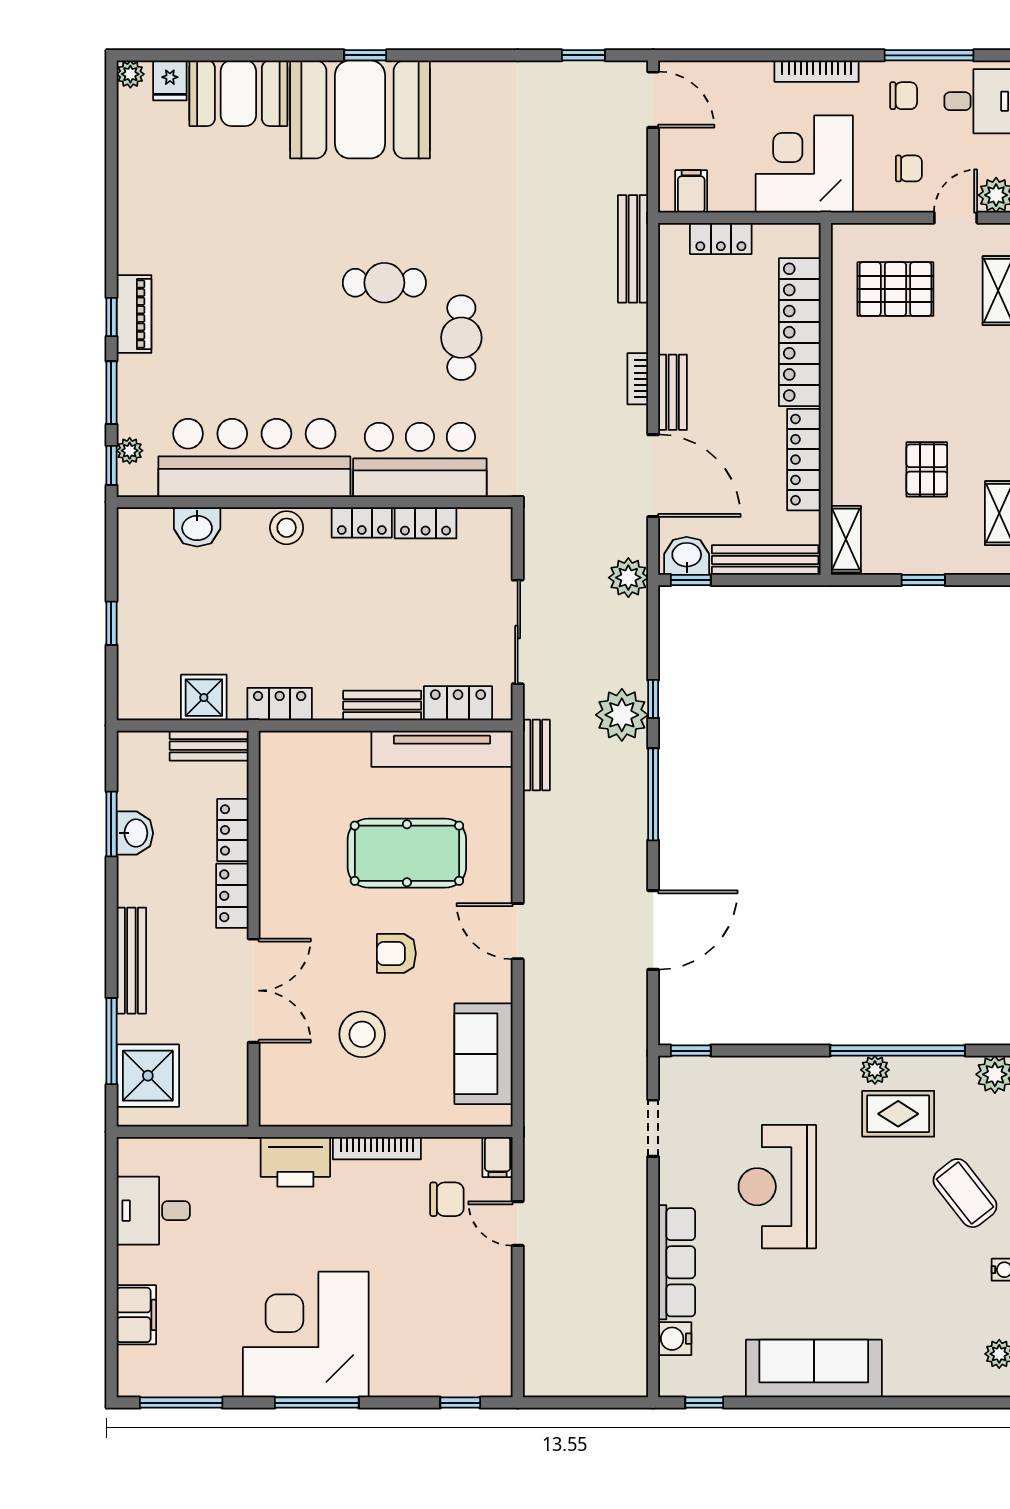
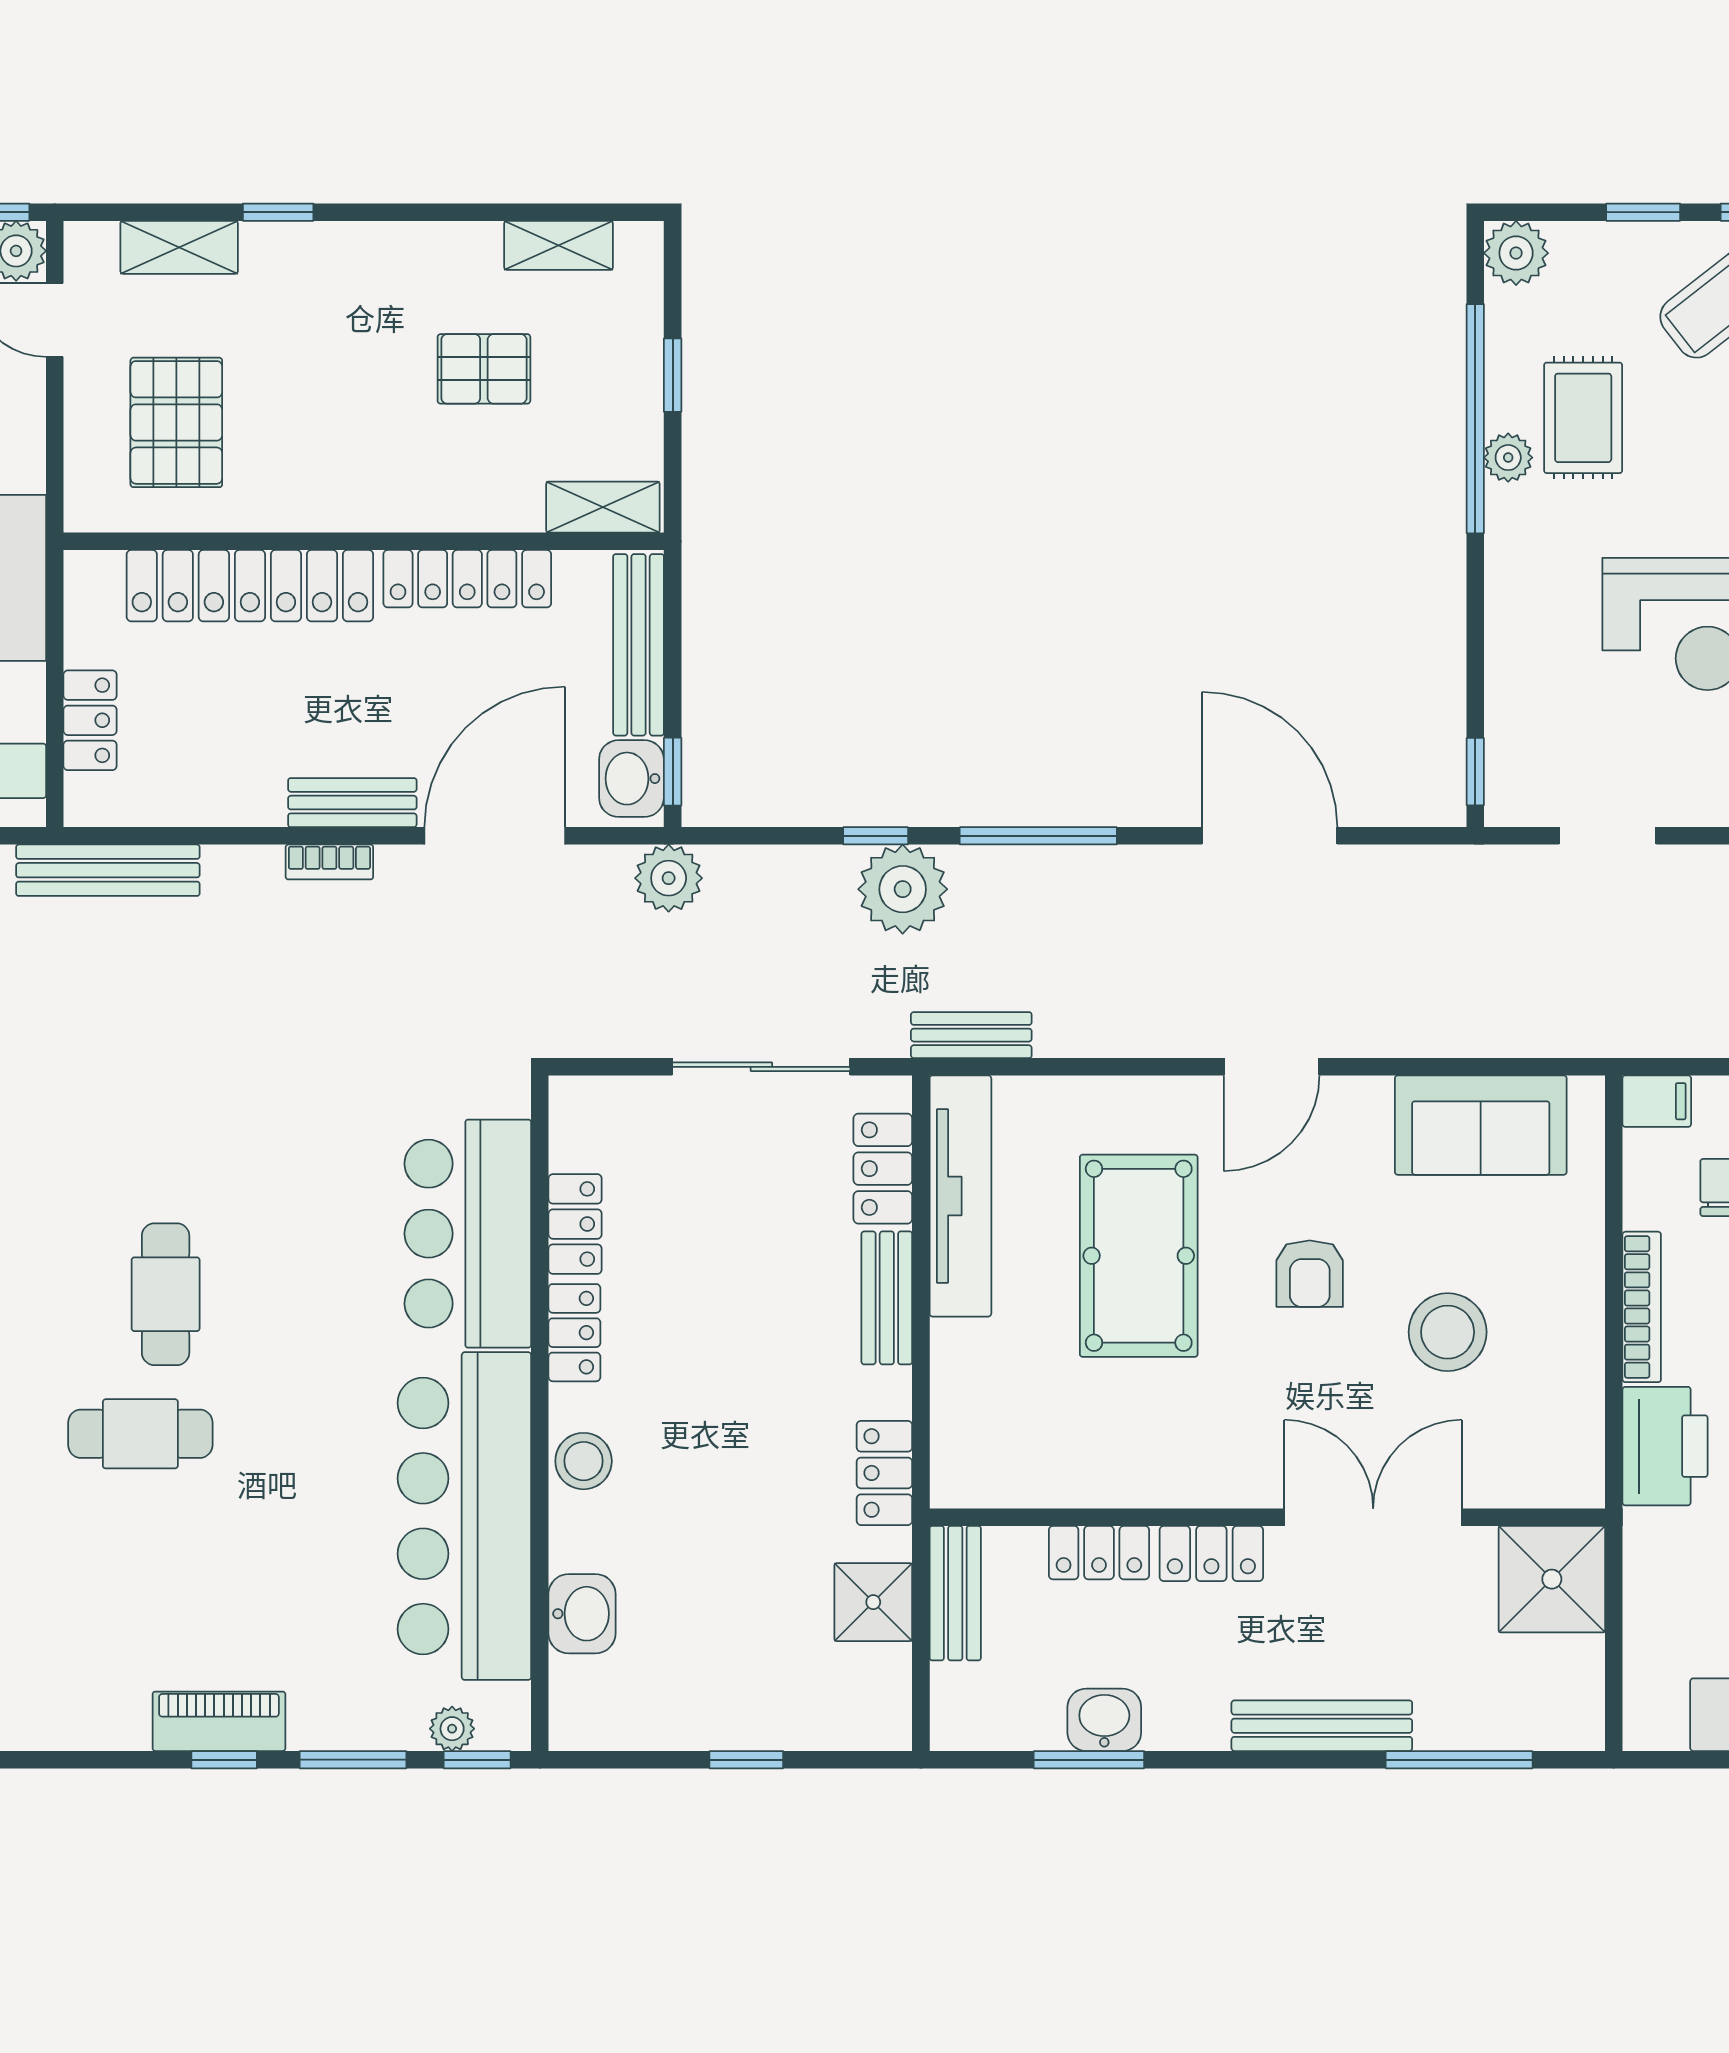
cafe table: (461, 338) -> (140, 1434), moved
shower: (148, 1076) -> (1552, 1579), moved

